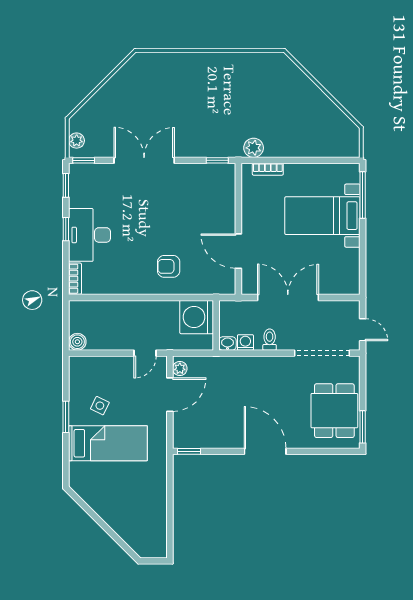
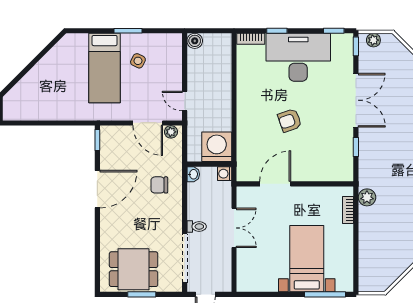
window: (217, 160) -> (356, 147), moved
window: (66, 229) -> (277, 31), moved
desk: (90, 235) -> (298, 57), width x1.36, depth x1.30
armchair: (169, 266) -> (290, 120), moved, turned -109
double door: (288, 298) -> (234, 228), width x0.73
toilet: (270, 340) -> (197, 226), moved
washing machine: (245, 342) -> (225, 174), moved, turned 180
chair: (240, 382) -> (159, 185), added
window: (363, 427) -> (142, 294), moved
door: (265, 451) -> (97, 189), moved

